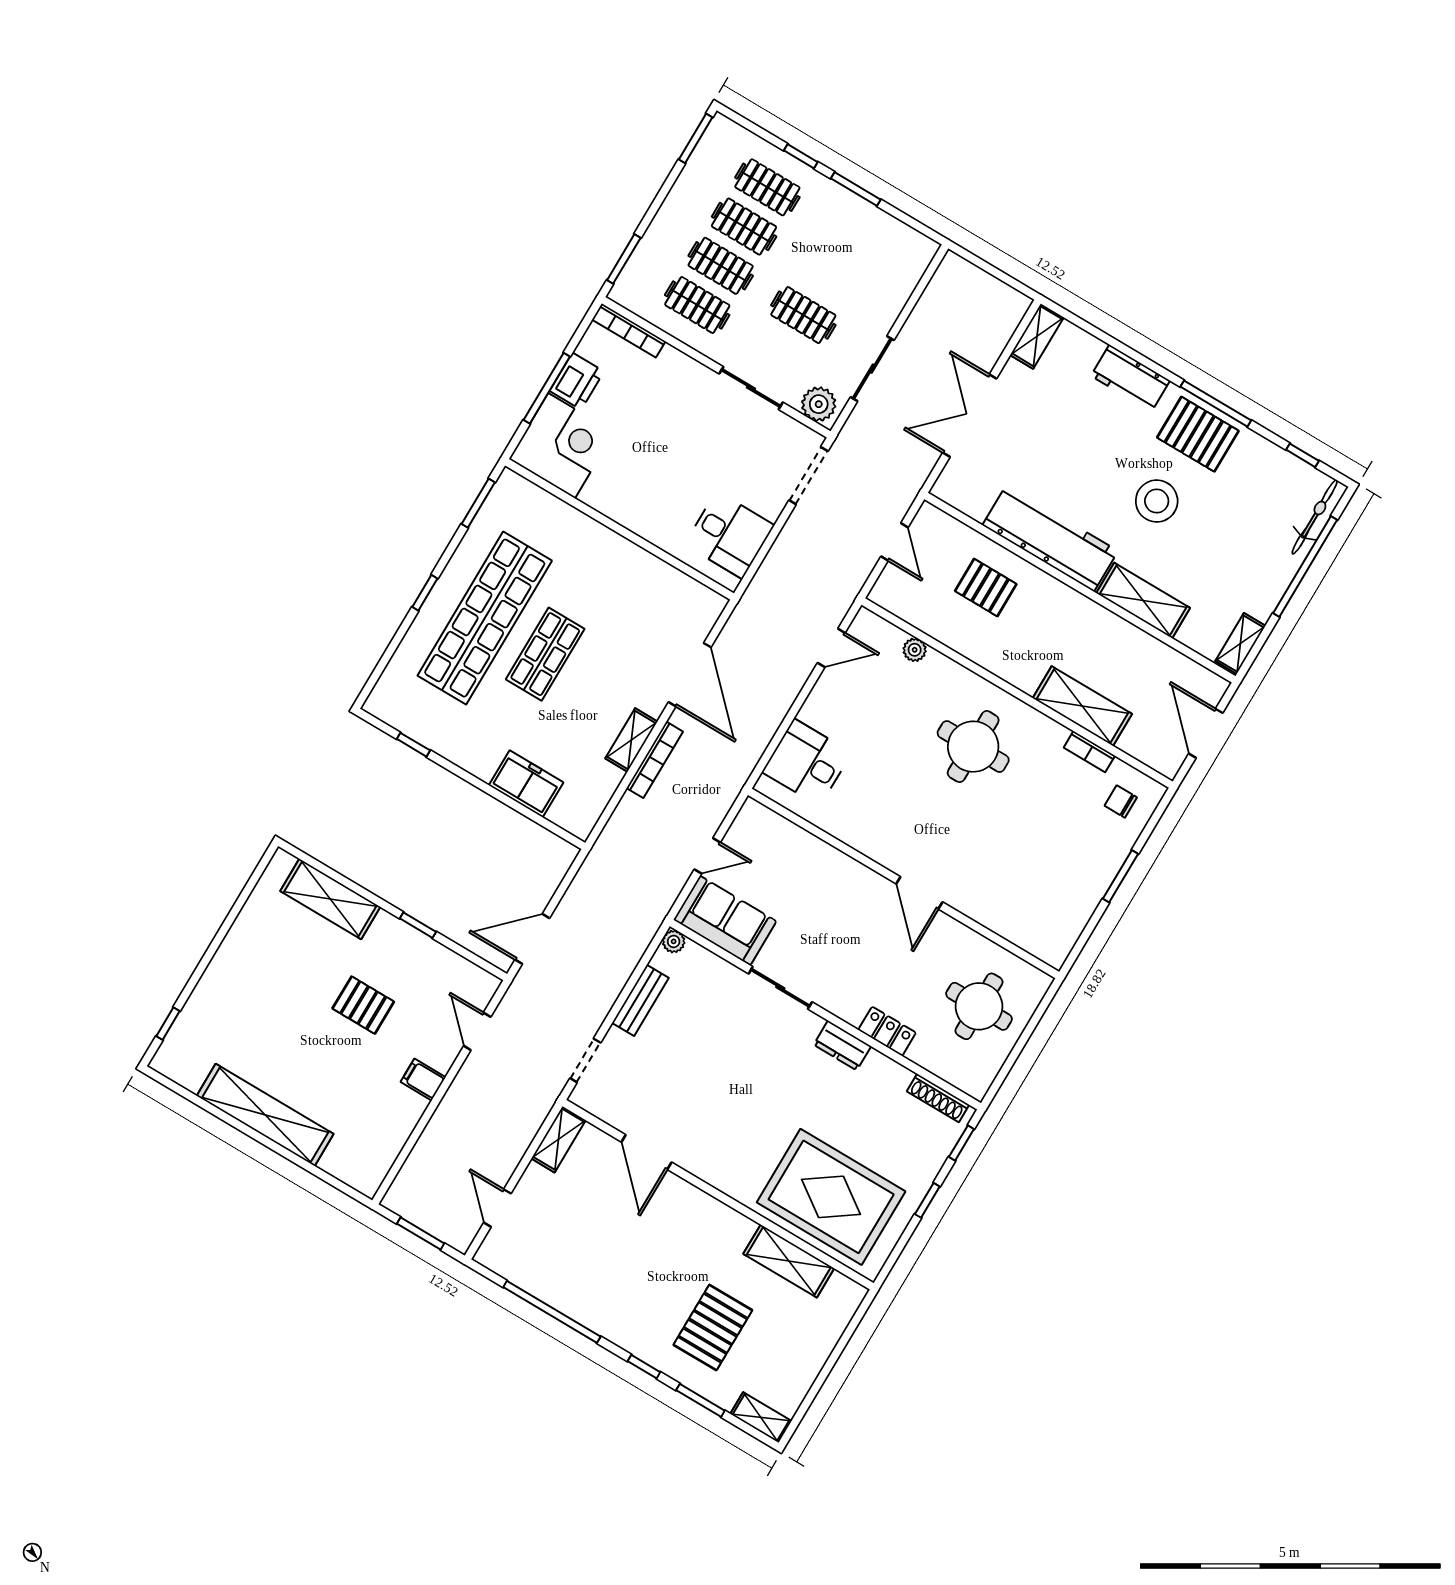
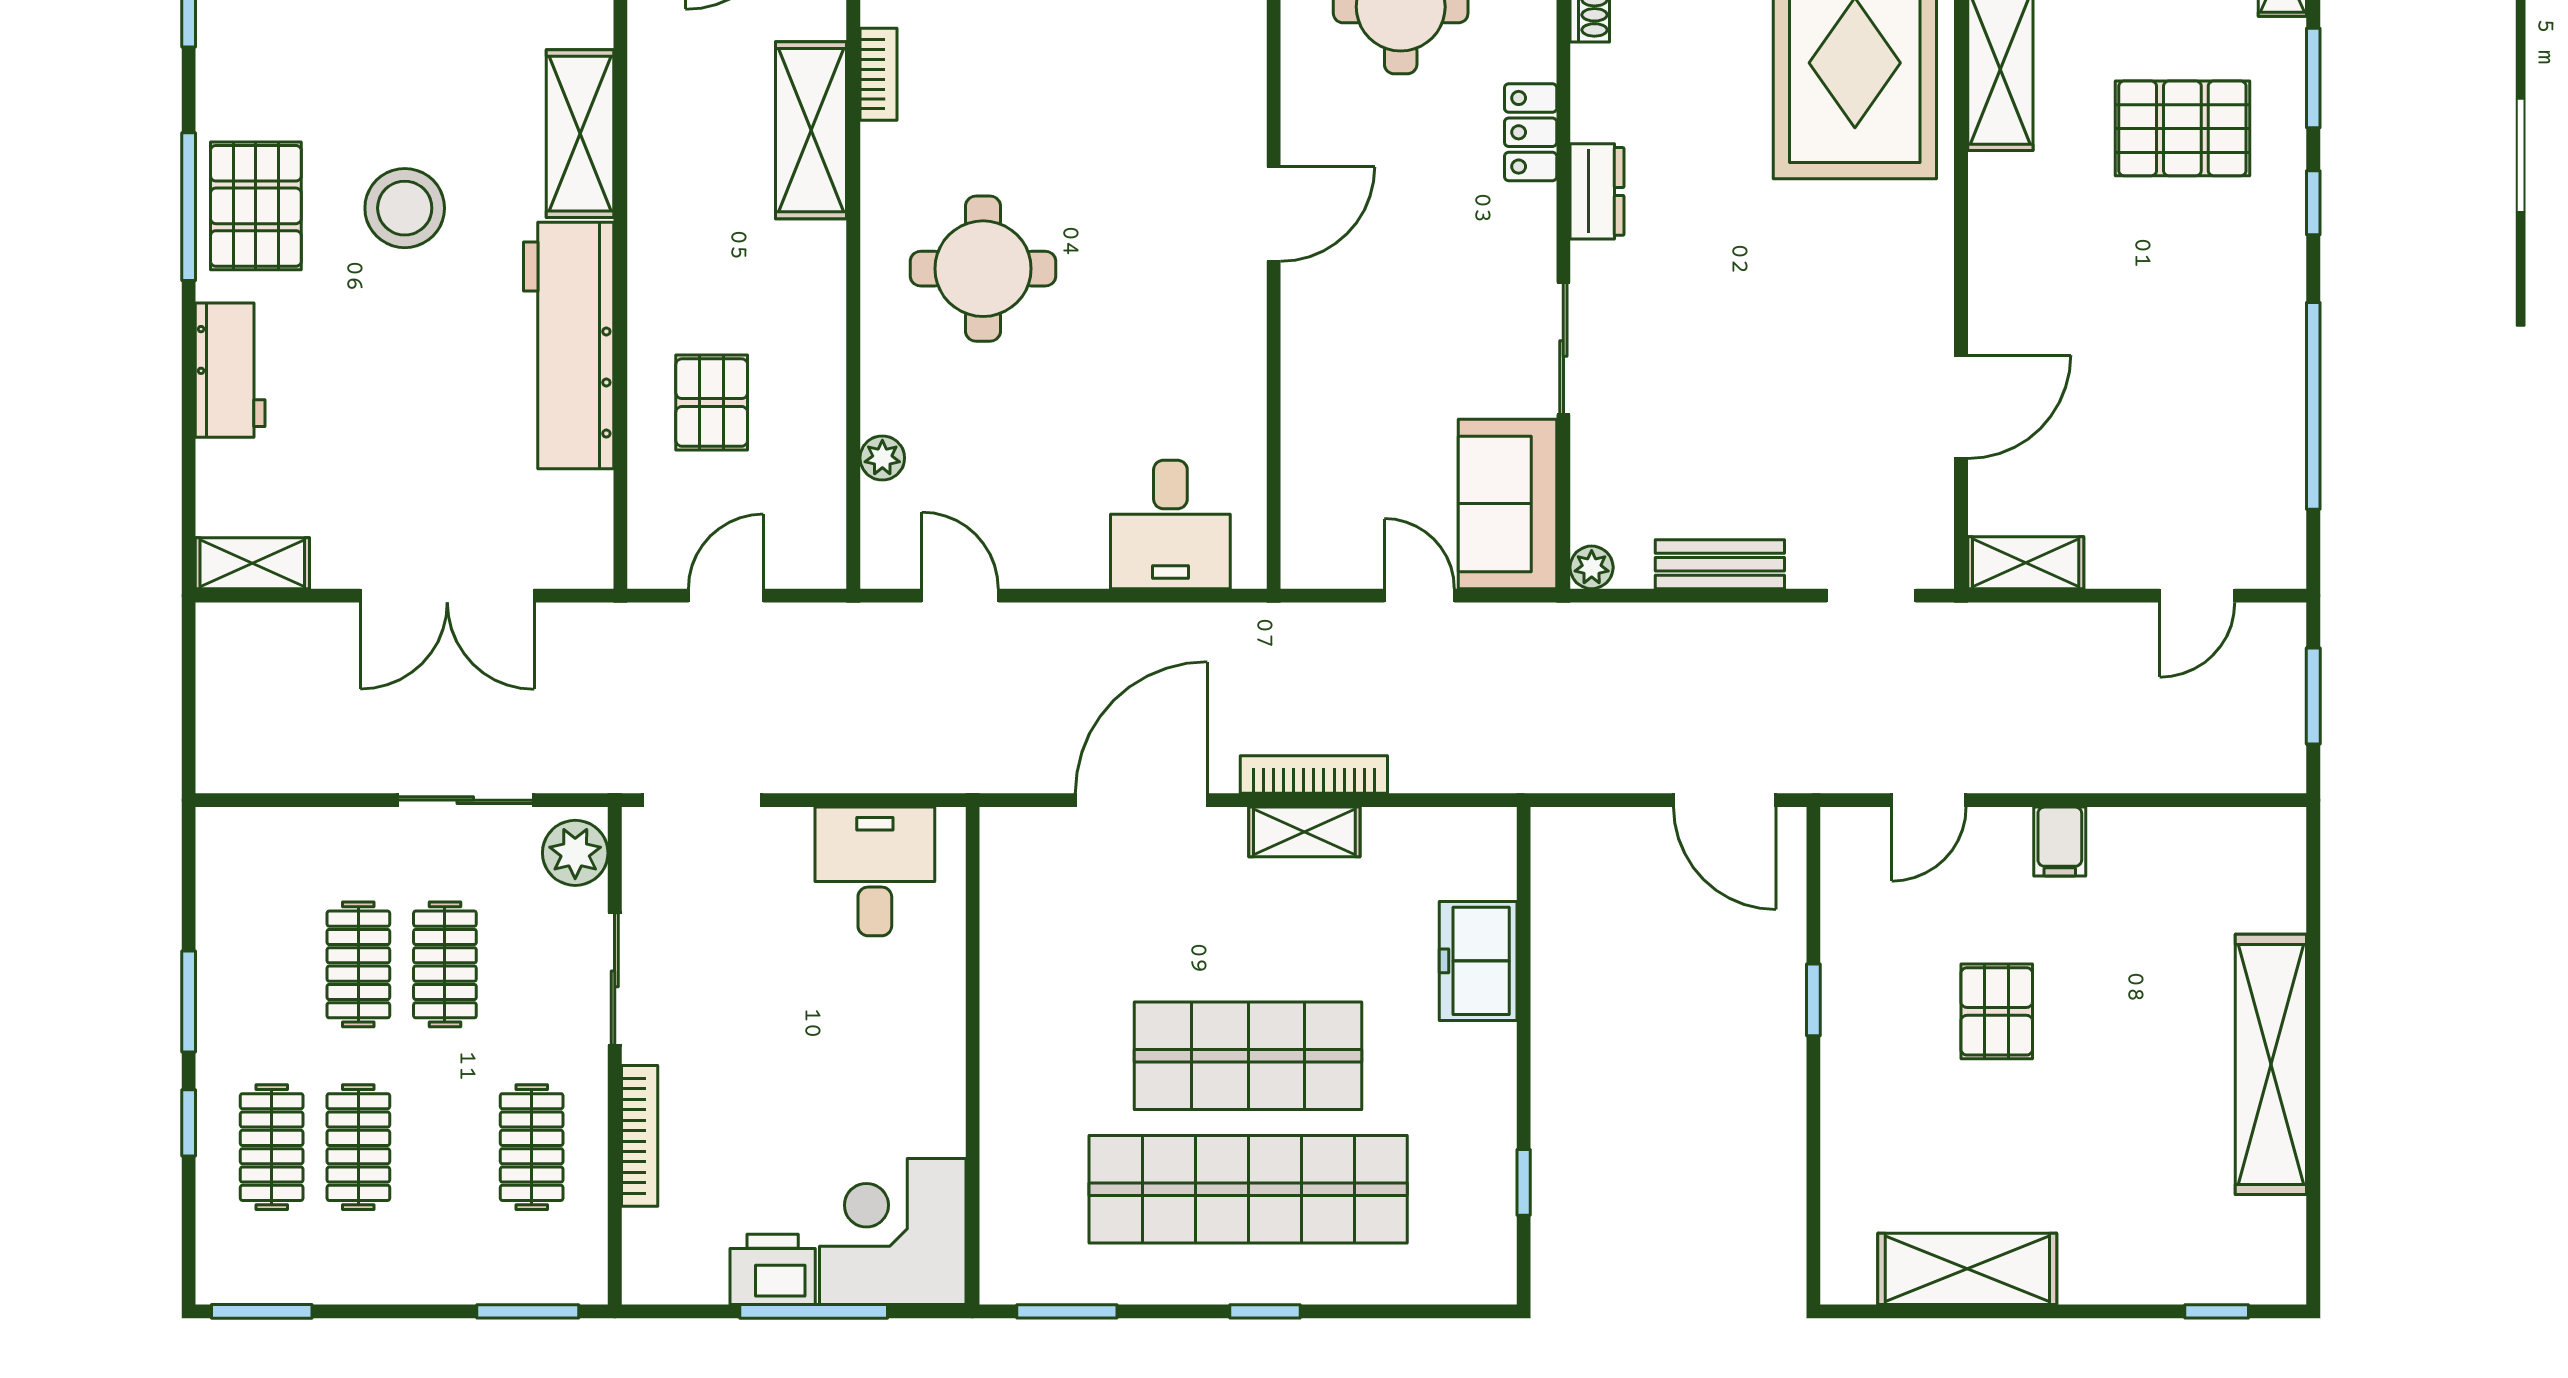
clothes rail: (721, 266) -> (358, 964), moved
bookcase: (629, 330) -> (640, 1136), moved
shop shelf: (545, 654) -> (1248, 1056), width x1.43, depth x1.36
shelving: (330, 899) -> (1967, 1269), moved, turned 90

